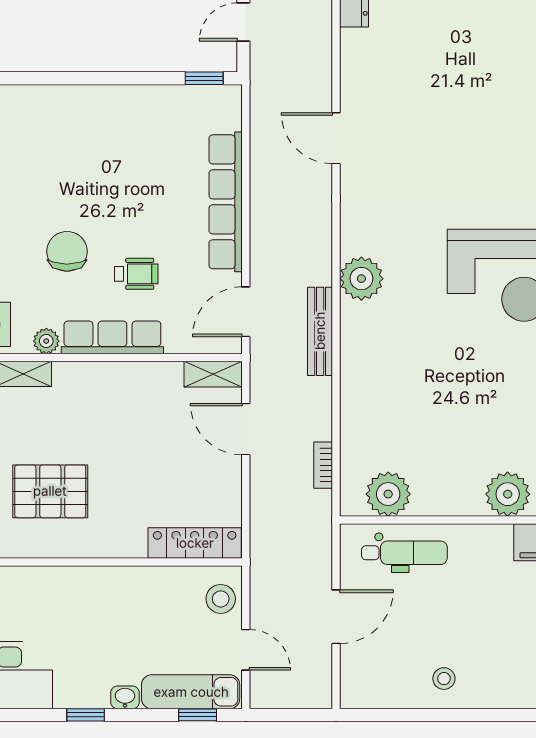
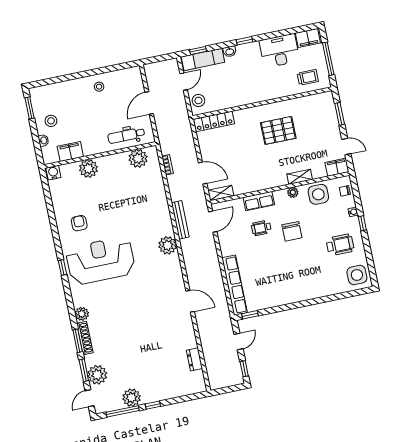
row of seats: (226, 202) -> (235, 285), moved
row of seats: (112, 337) -> (259, 201), width x0.68
door: (246, 650) -> (184, 82), swing flipped

